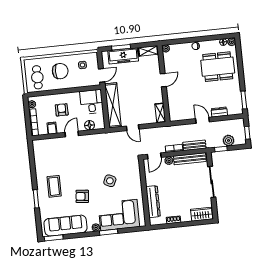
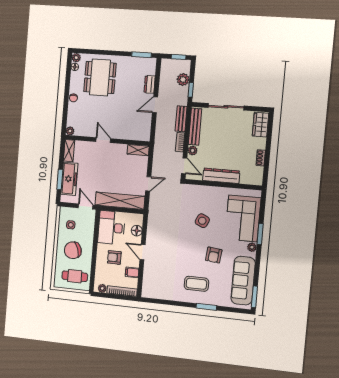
chair: (60, 71) -> (73, 250), turned -108
desk: (91, 102) -> (111, 228), width x1.37
dresser: (153, 202) -> (221, 176), moved

